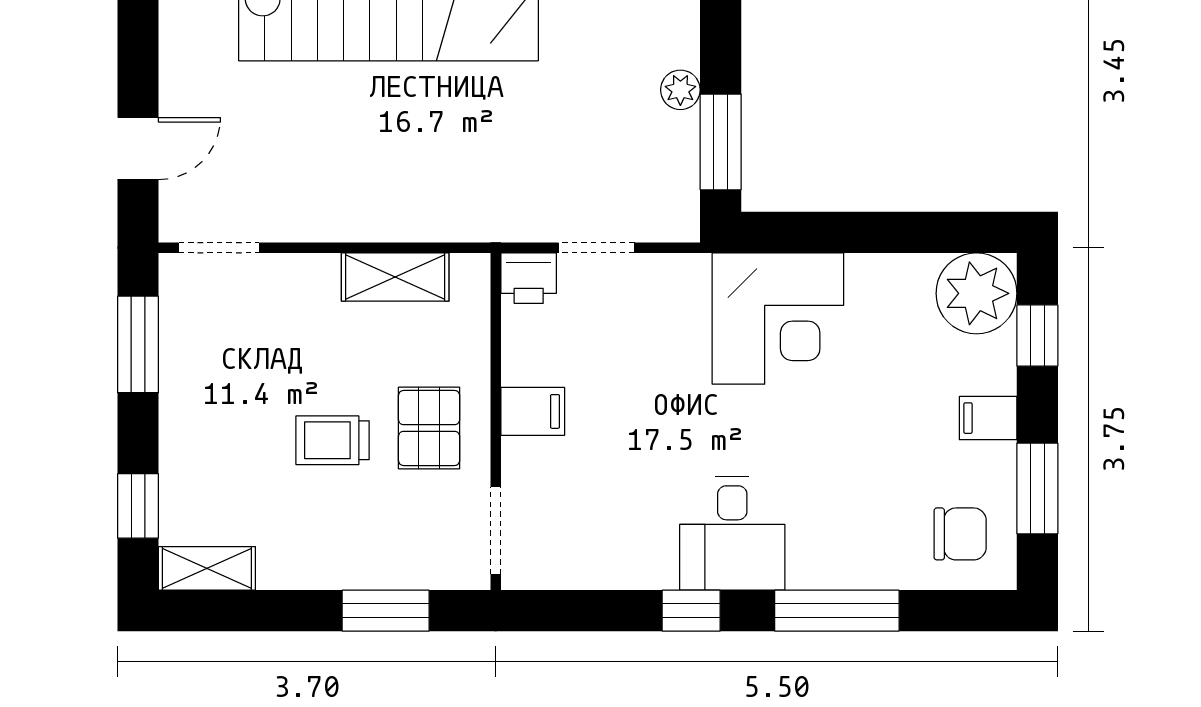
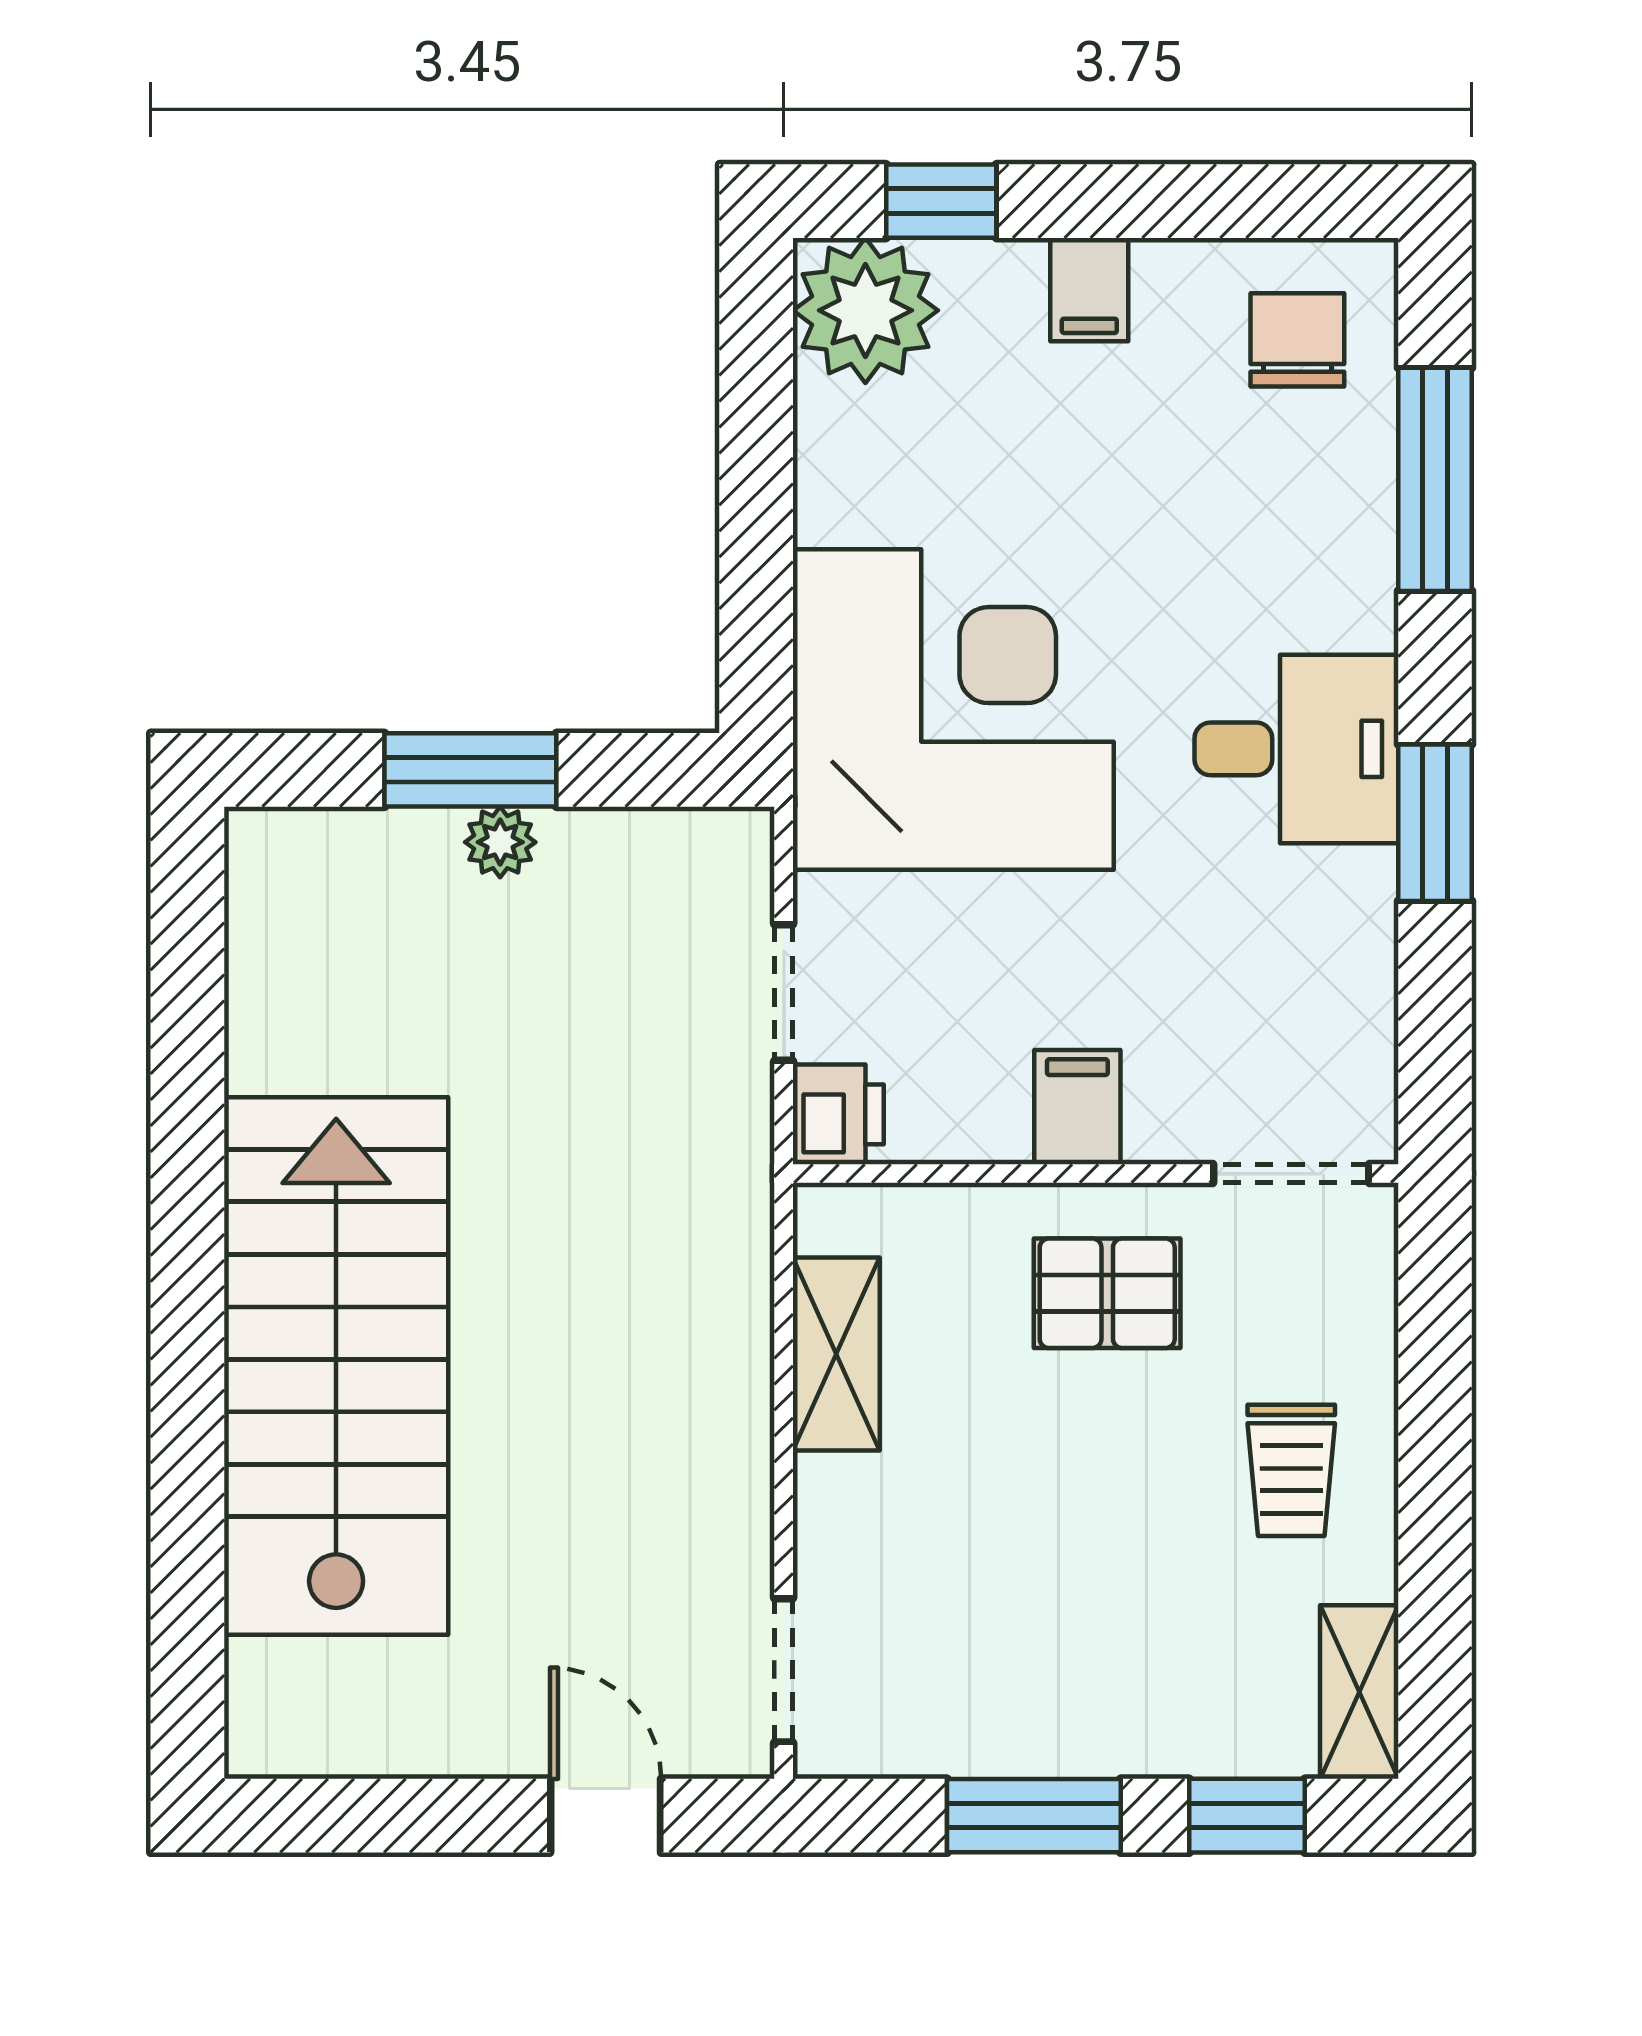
window: (721, 142) -> (470, 770), moved
corner desk: (778, 319) -> (953, 710), width x1.36, depth x1.36
window: (138, 344) -> (1034, 1816), moved
trolley: (333, 440) -> (1291, 1470), moved
window: (1037, 488) -> (1216, 201), removed
window: (386, 611) -> (1435, 1371), removed
window: (691, 611) -> (1435, 823), width x1.50
window: (837, 611) -> (1435, 479), moved

